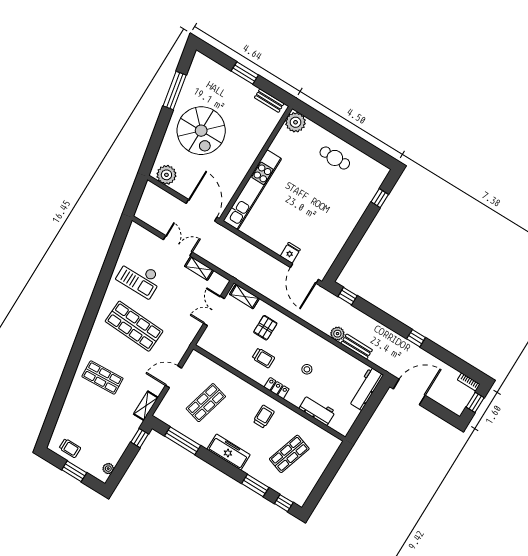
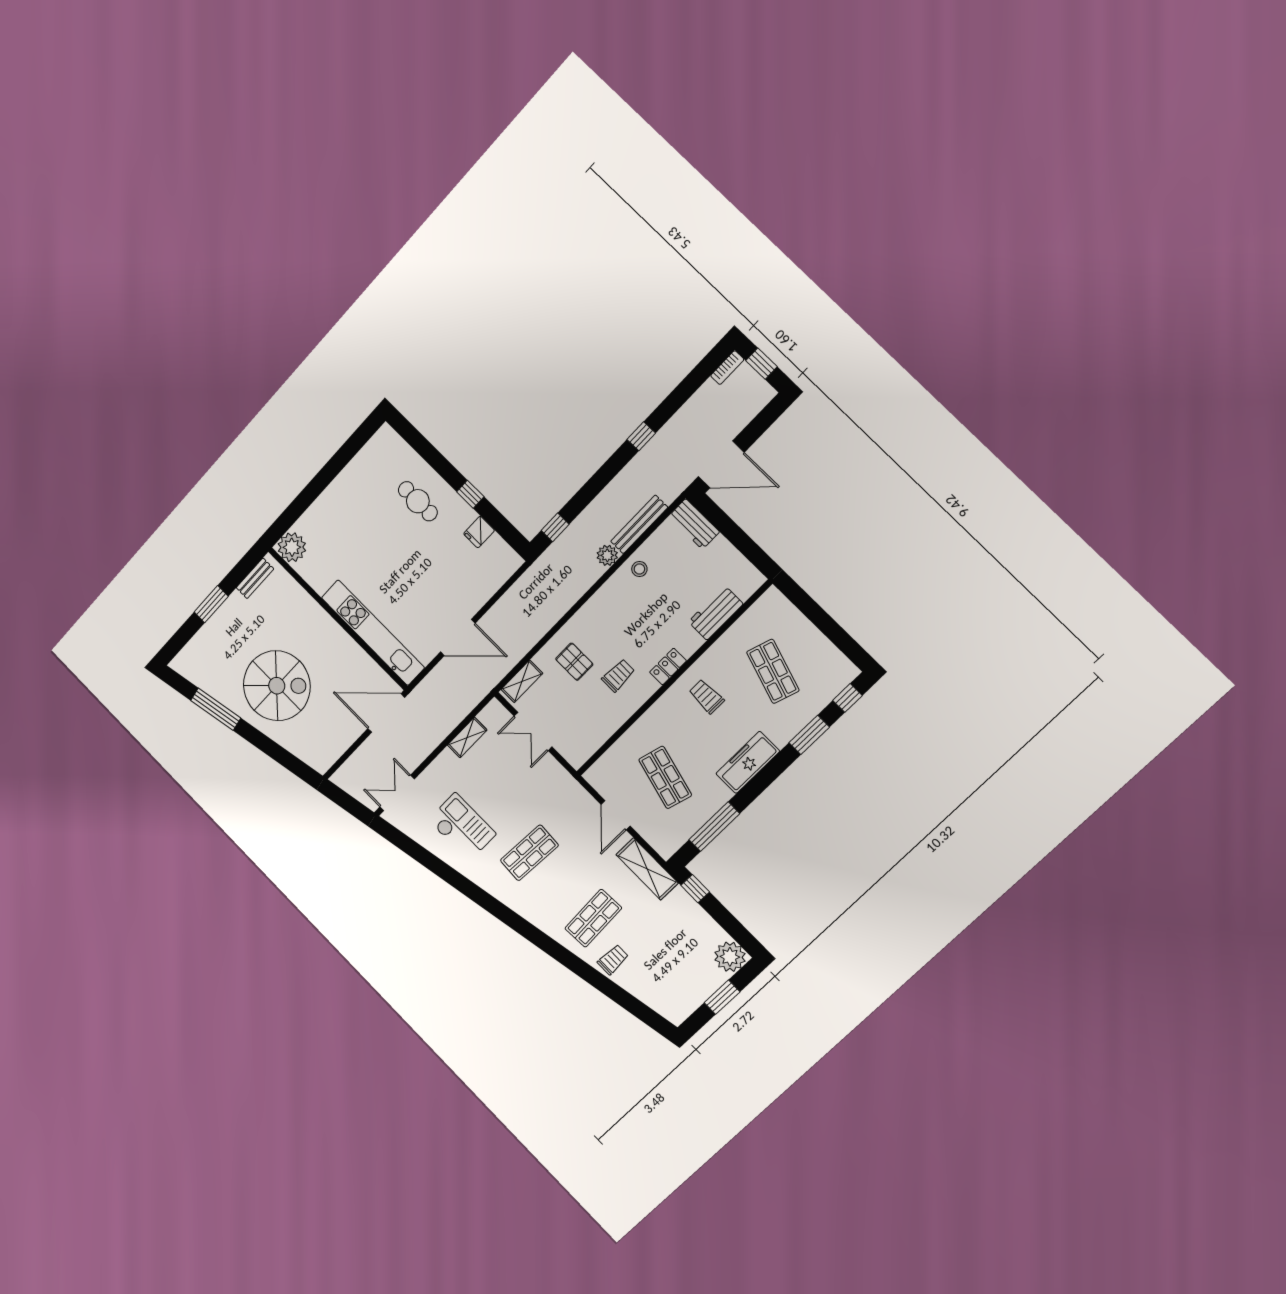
cafe table: (335, 158) -> (418, 501), moved, turned 90
plant: (166, 175) -> (327, 750), removed
window: (380, 198) -> (470, 494), moved
double door: (178, 246) -> (397, 793), moved
fridge: (290, 253) -> (479, 532), moved, turned -90
door: (304, 273) -> (458, 638), moved
checkout: (139, 278) -> (462, 827), turned -90
shop shelf: (134, 326) -> (529, 853), width x0.70, depth x0.74
bench: (357, 347) -> (639, 524), width x1.36
stool: (307, 369) -> (639, 569), moved
workbench: (366, 389) -> (694, 524), width x0.73
door: (409, 392) -> (721, 464), swing flipped
shelving: (146, 406) -> (647, 869), width x1.50, depth x1.33
trolley: (70, 448) -> (613, 959), moved
plant: (108, 469) -> (730, 957), width x1.88, depth x1.88

